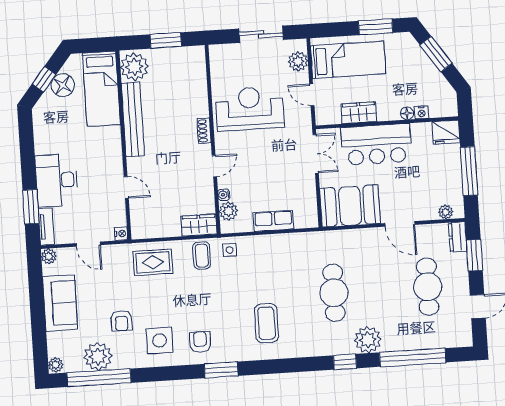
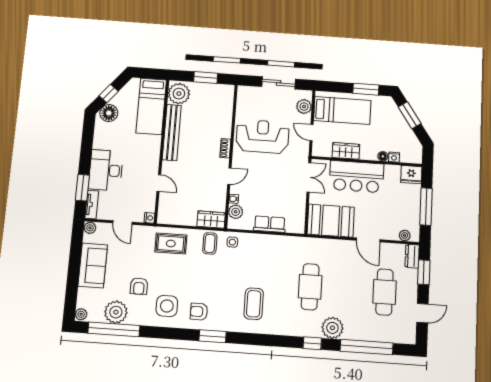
floor lamp: (63, 85) -> (109, 113), moved
armchair: (200, 342) -> (199, 312), turned -90

